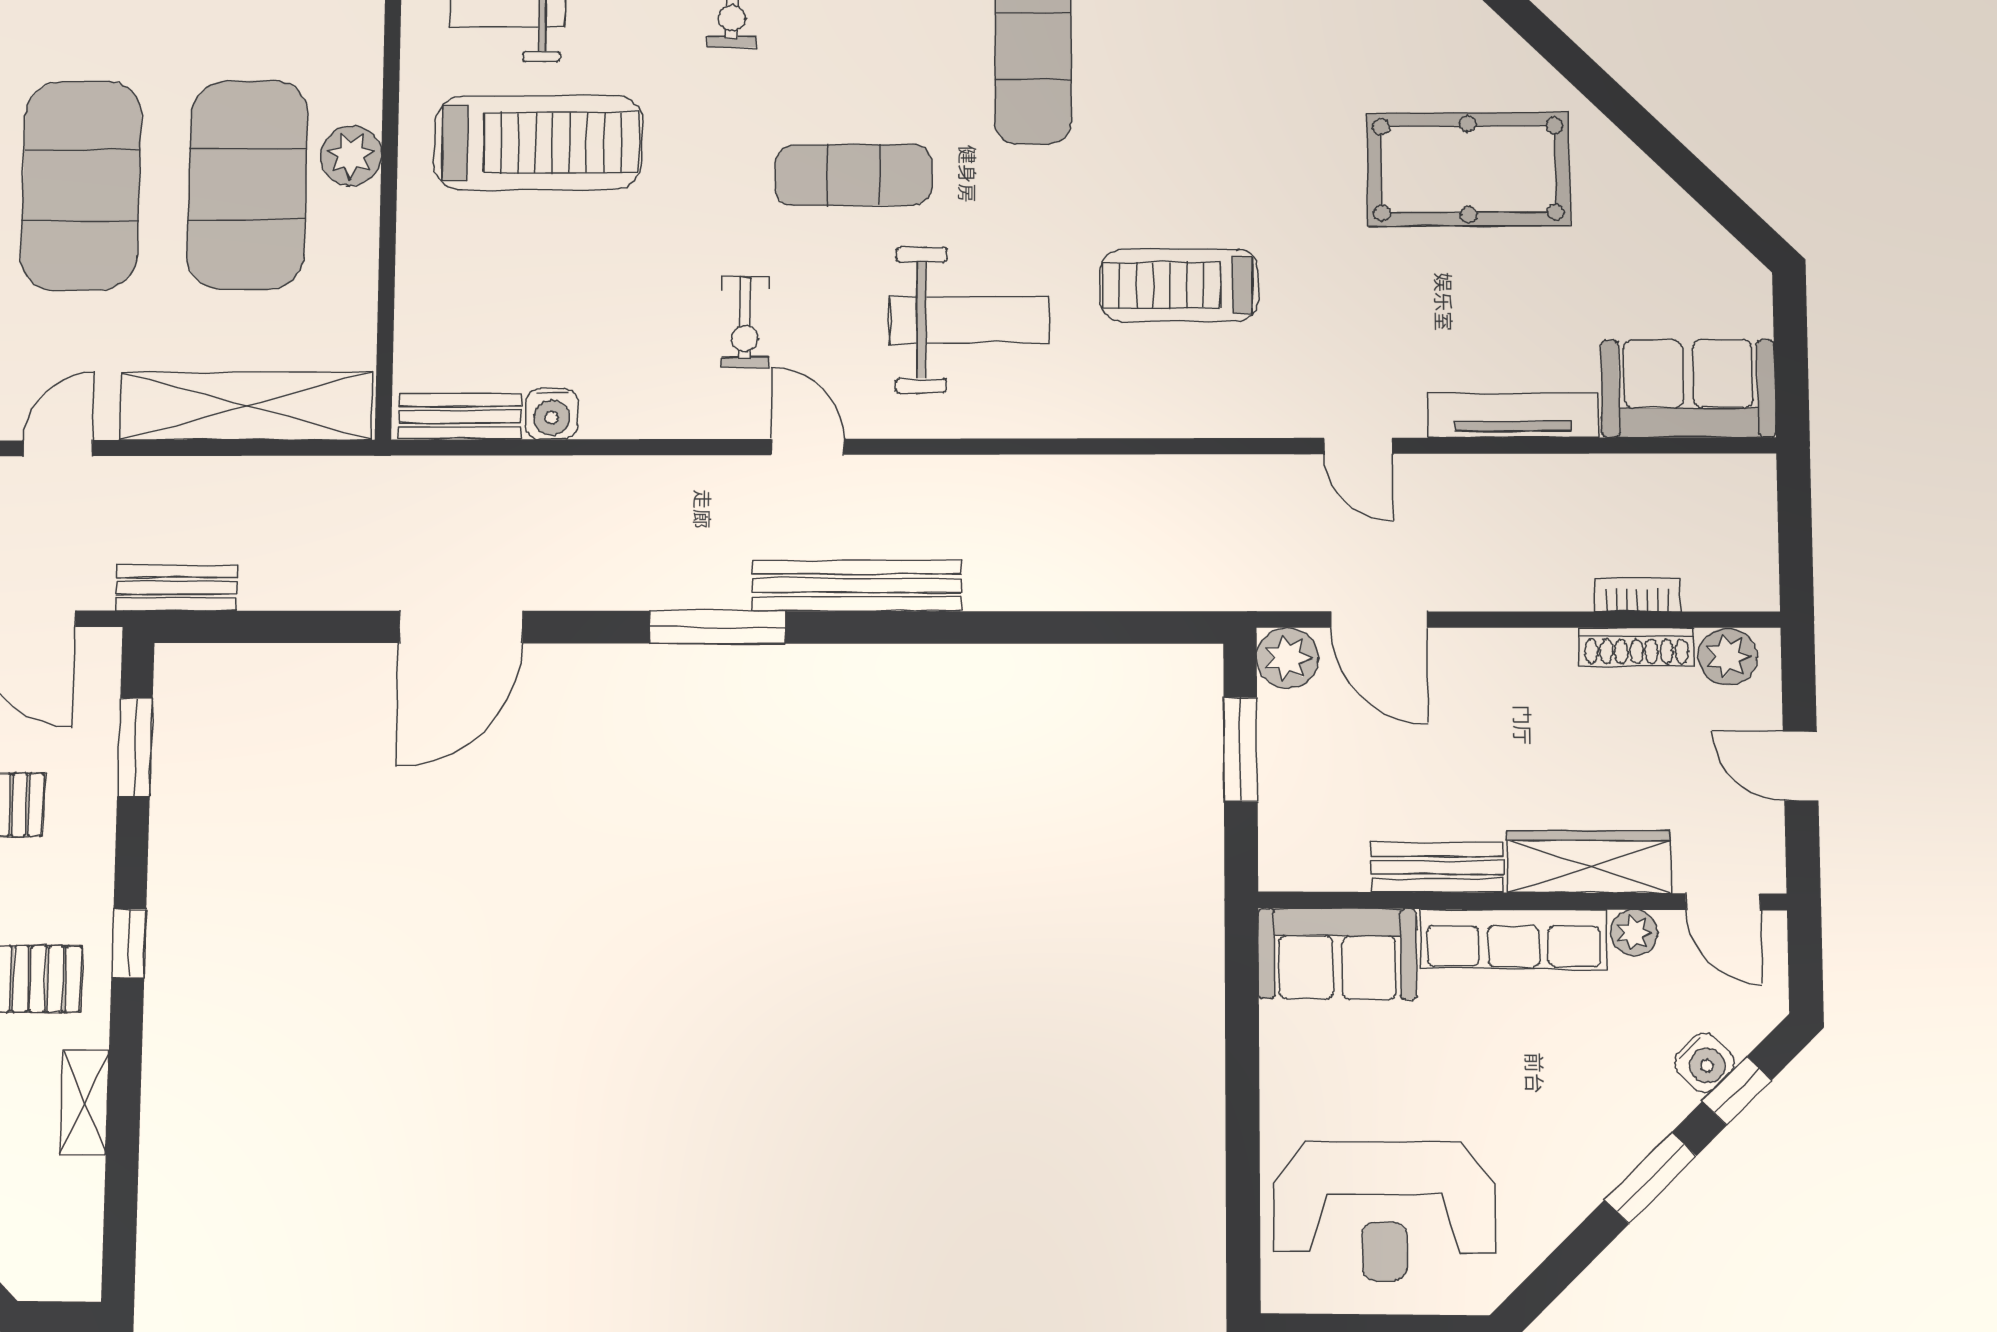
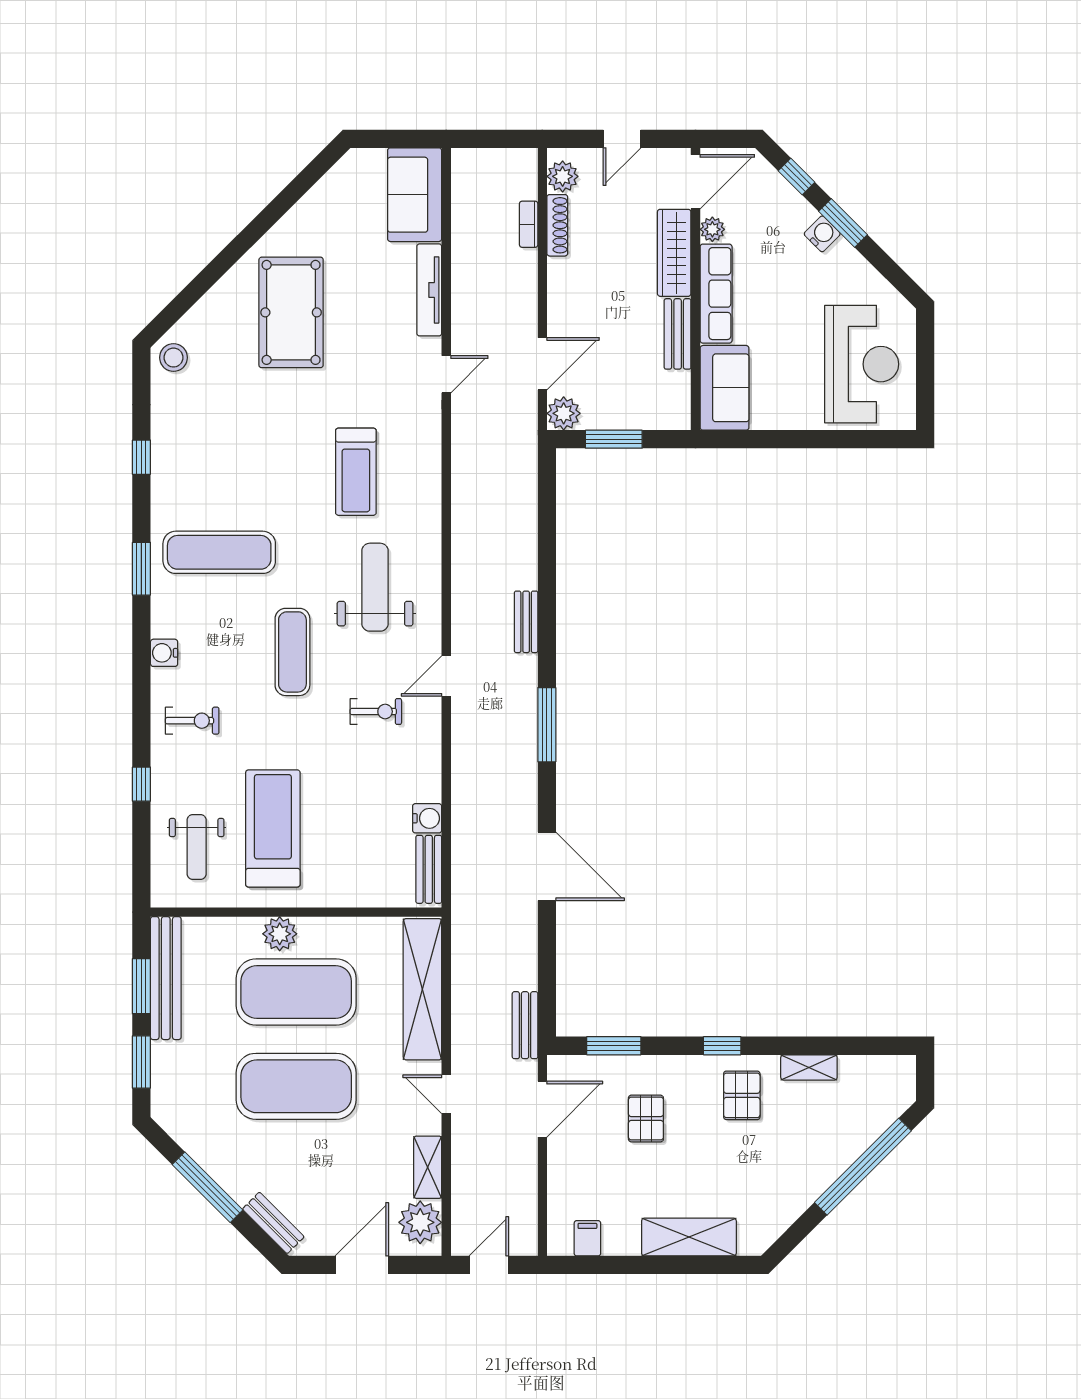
bench: (857, 585) -> (526, 622), width x0.54, depth x0.82
door: (1723, 902) -> (696, 182), width x1.38
water cooler: (1704, 1063) -> (822, 234), moved

